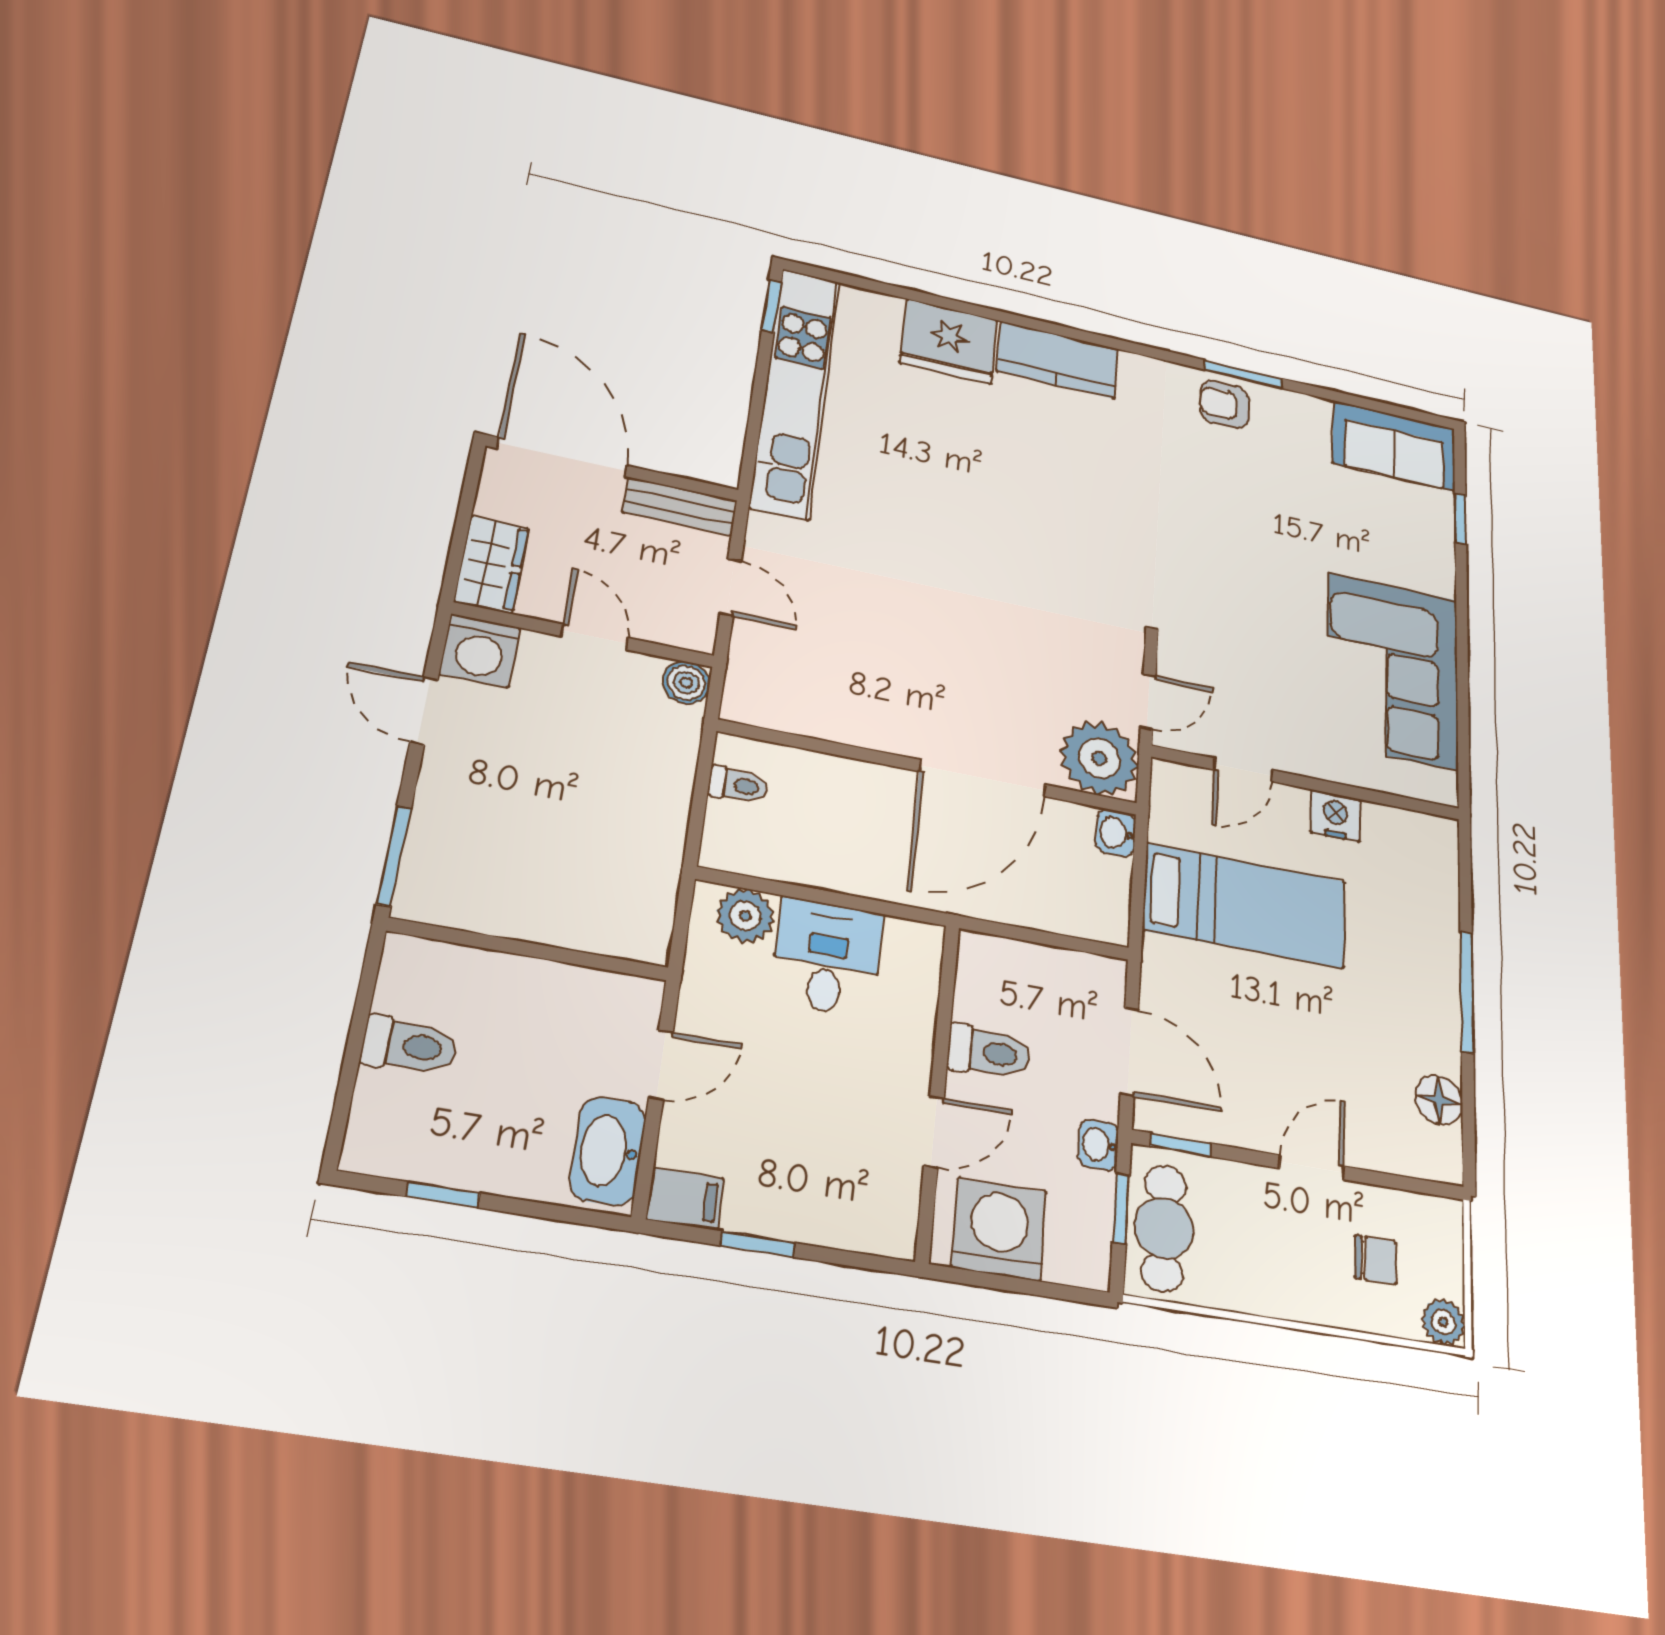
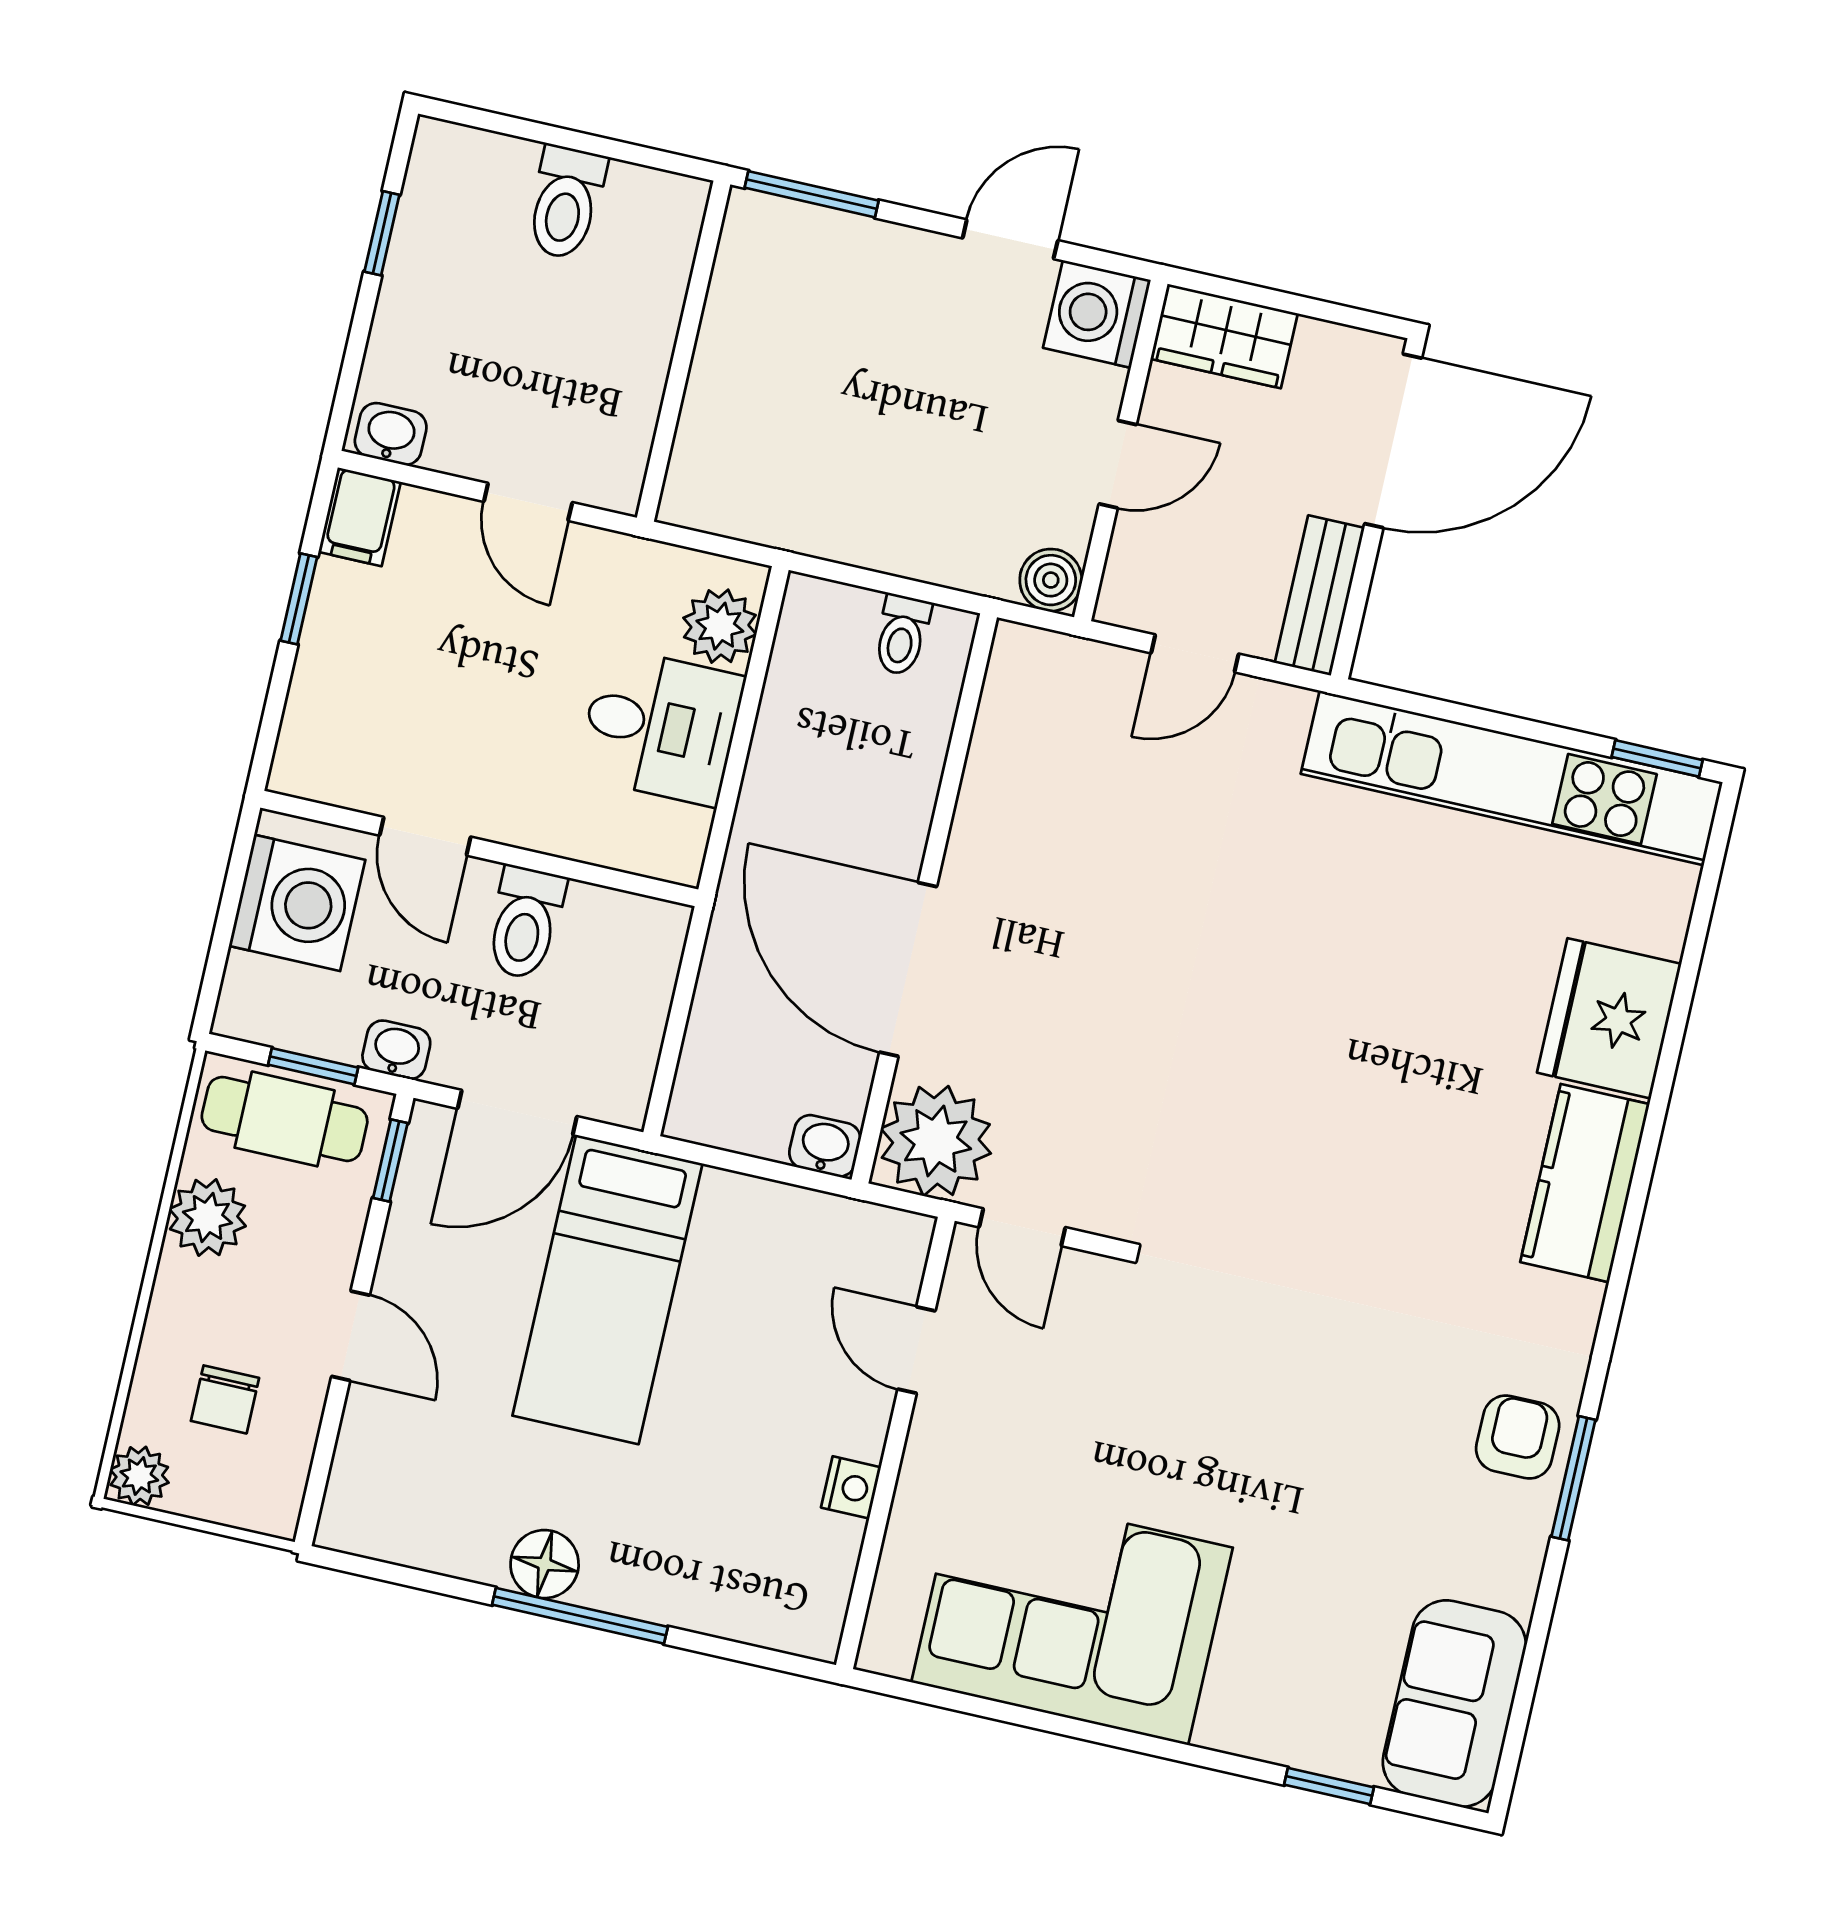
nightstand: (1335, 816) -> (851, 1487), width x0.72, depth x0.74
bed: (1245, 905) -> (607, 1290), moved
floor lamp: (1439, 1100) -> (545, 1564), moved
washbasin: (608, 1151) -> (391, 434), width x0.52, depth x0.69
plant: (1247, 1283) -> (207, 1217), added

